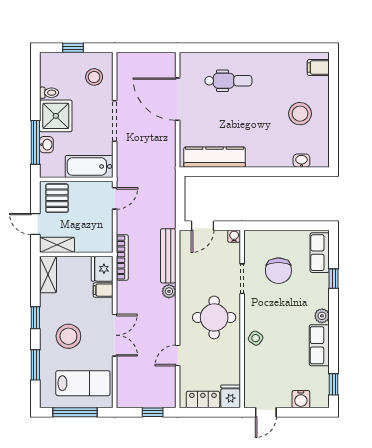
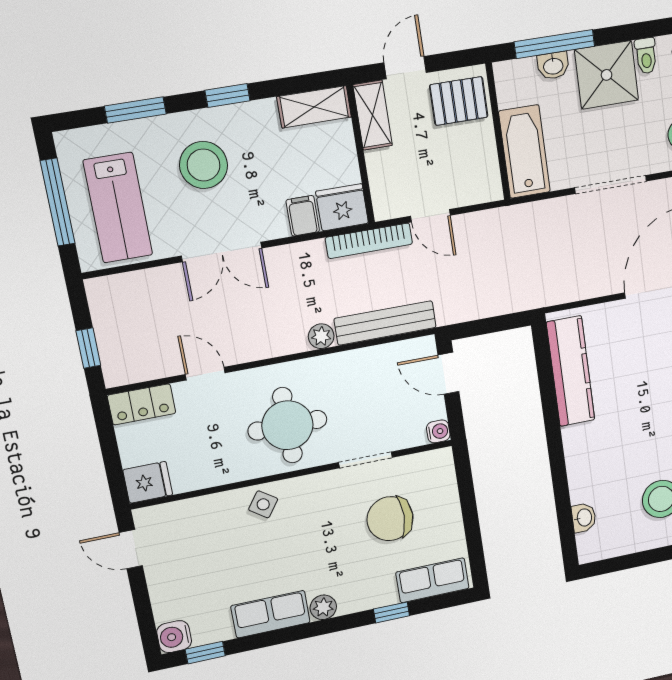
door: (115, 198) -> (430, 216), moved
water cooler: (301, 399) -> (174, 637), moved
locker: (203, 400) -> (142, 404), moved, turned 90

